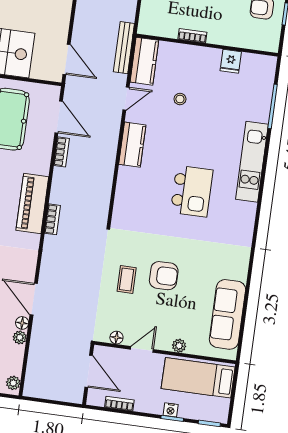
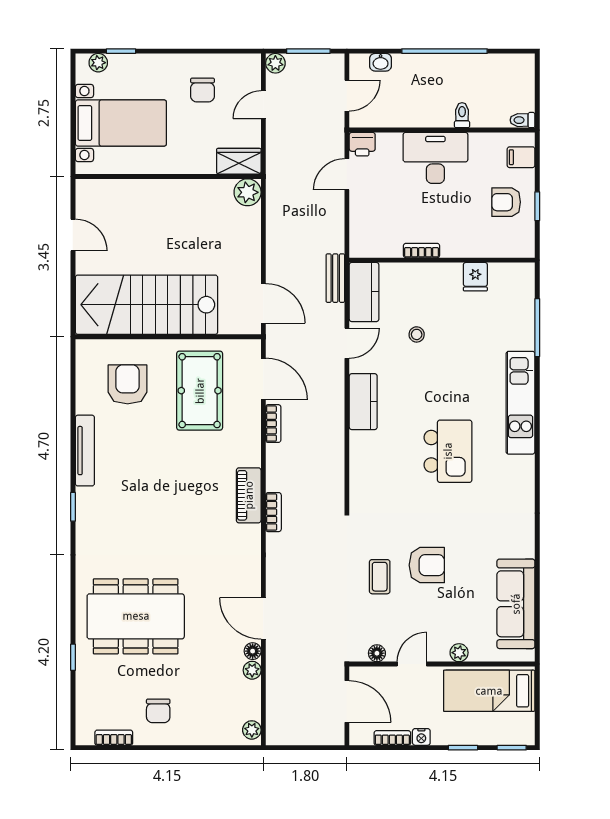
bench: (124, 48) -> (335, 278), width x0.73
piano: (32, 204) -> (249, 495), width x0.73, depth x0.75
nightstand: (171, 410) -> (421, 737), moved

